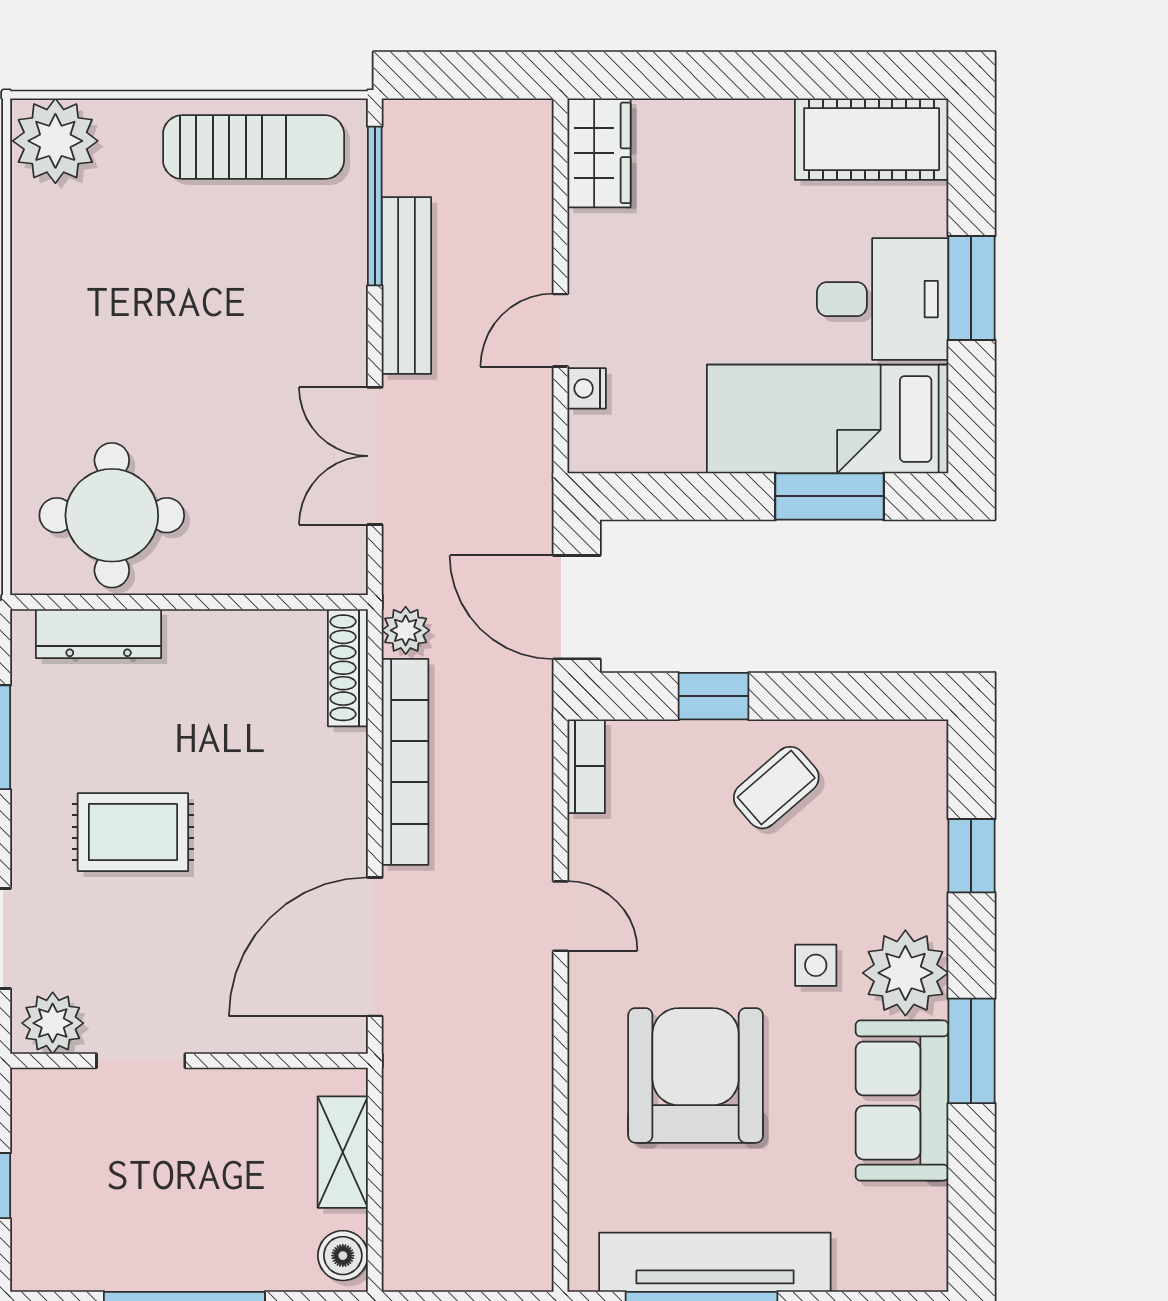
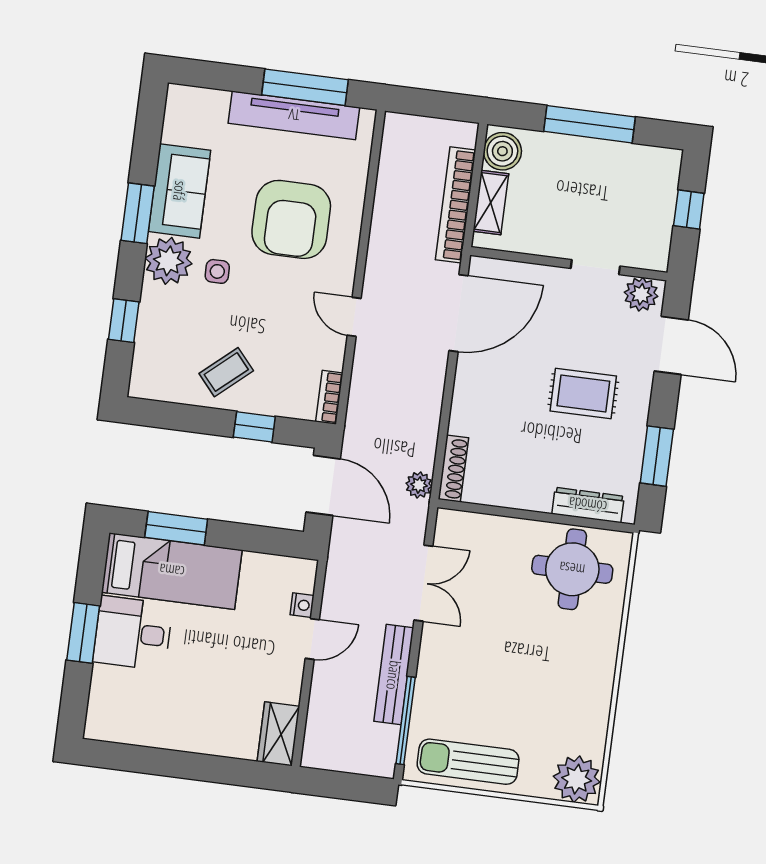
cot: (872, 139) -> (128, 722), removed
bookcase: (405, 762) -> (456, 205), moved
boiler: (343, 1256) -> (502, 151), width x1.36, depth x1.36

